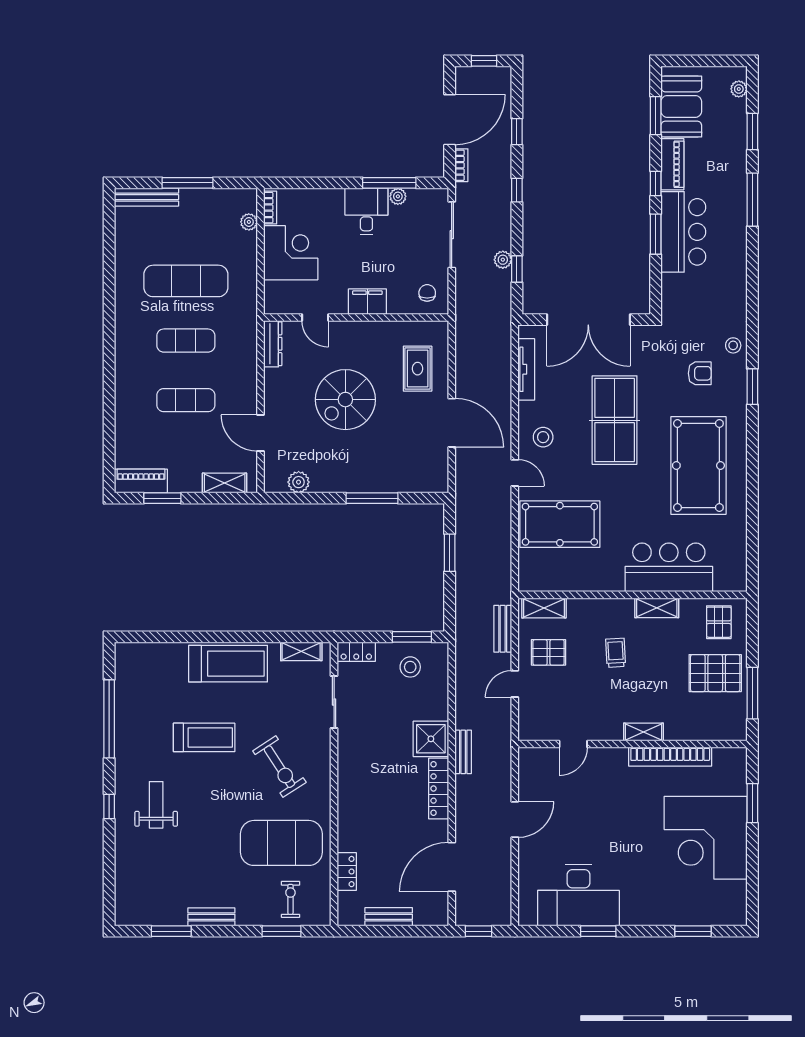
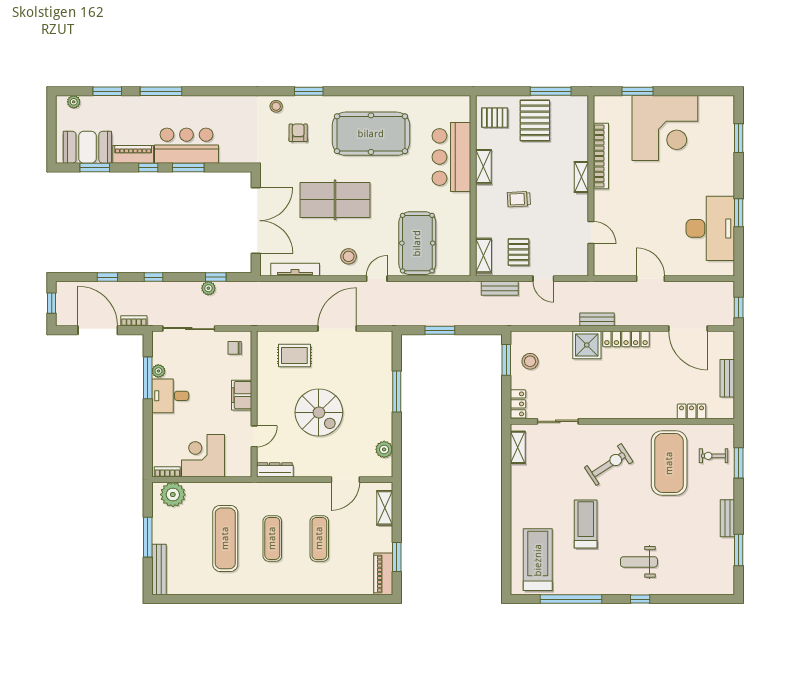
plant: (249, 222) -> (173, 495), width x1.87, depth x1.87
treadmill: (228, 664) -> (538, 560), moved

